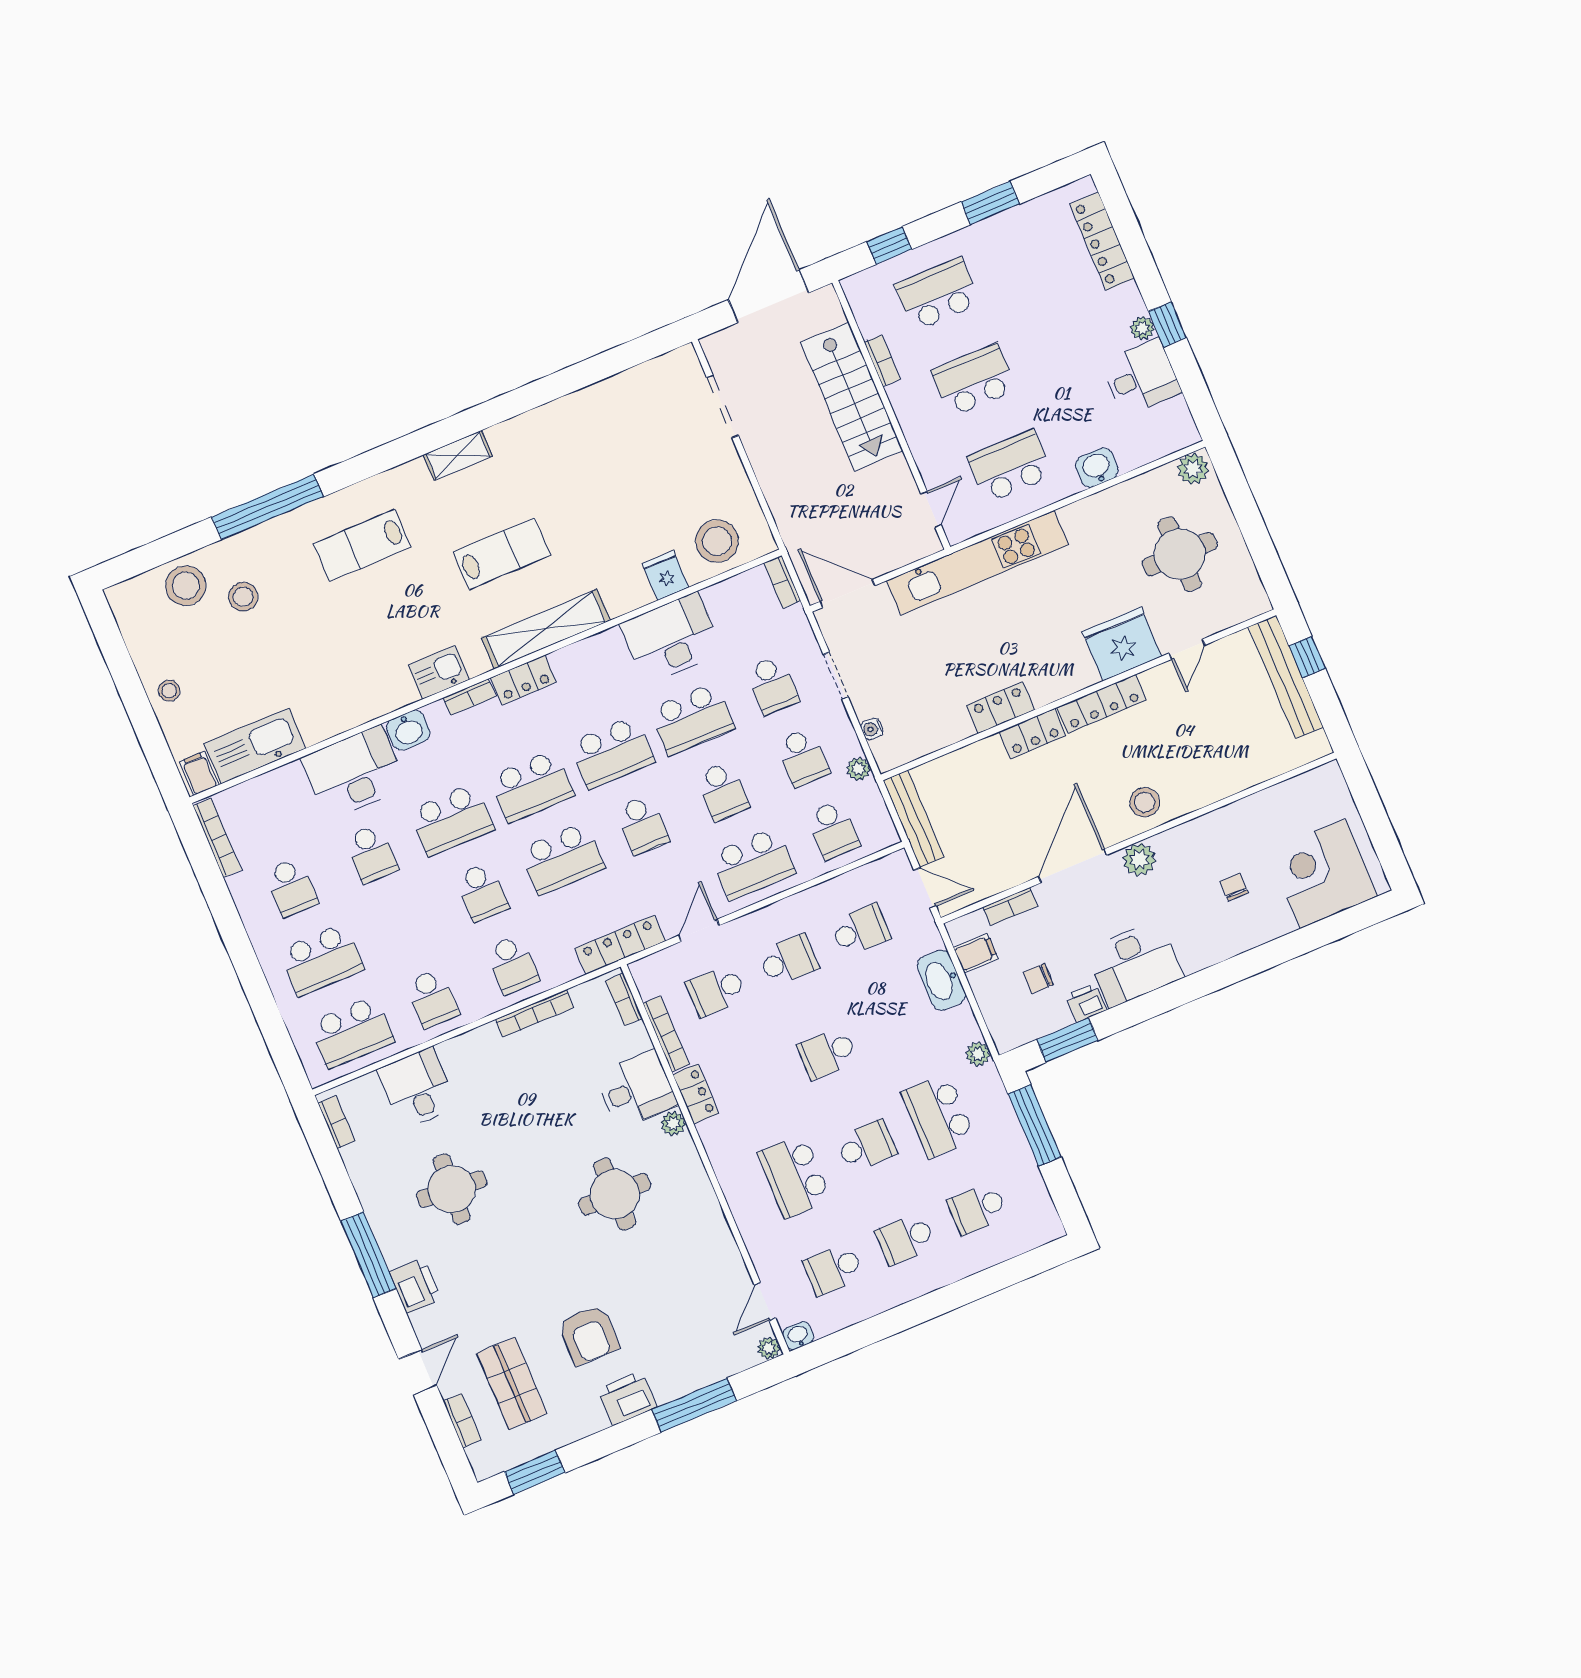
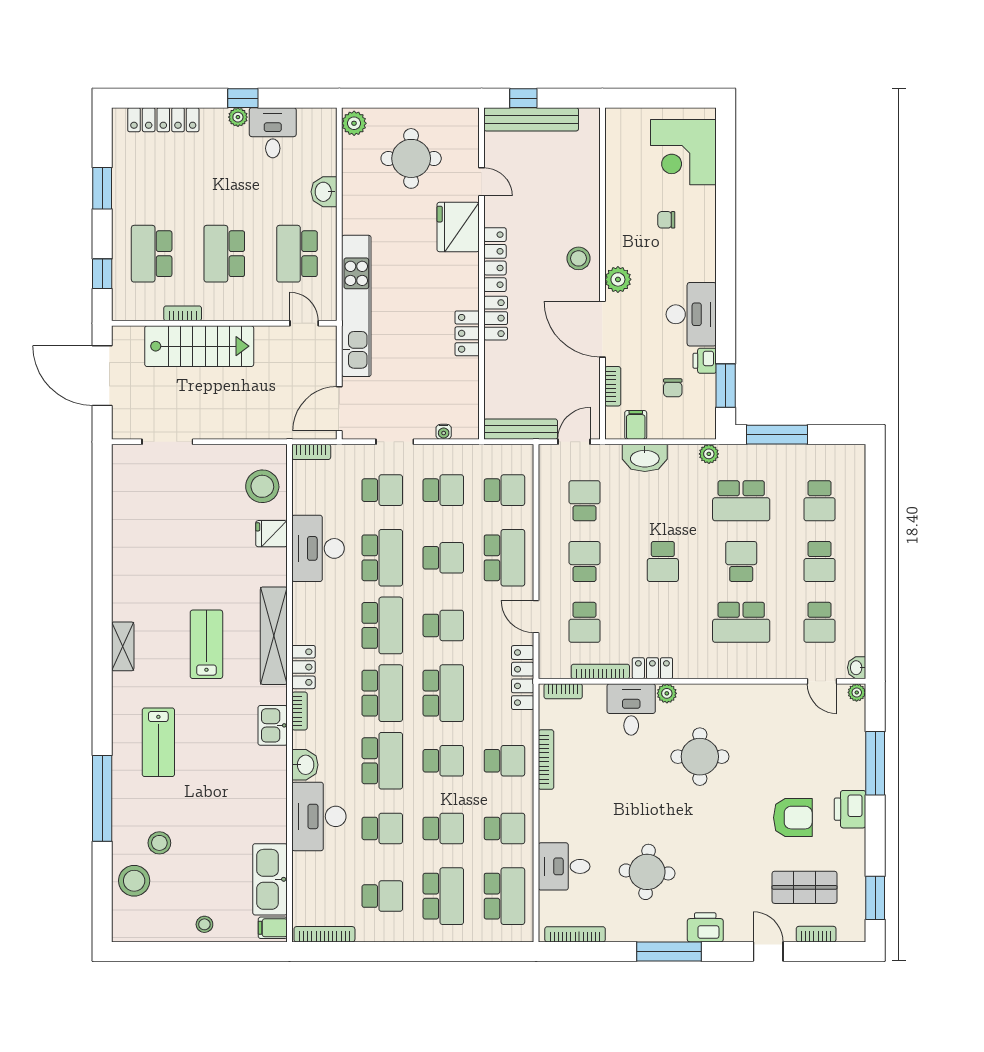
plant: (858, 769) -> (468, 454), removed
school desk: (402, 926) -> (443, 828), added
bookcase: (337, 1122) -> (575, 934), width x1.56

